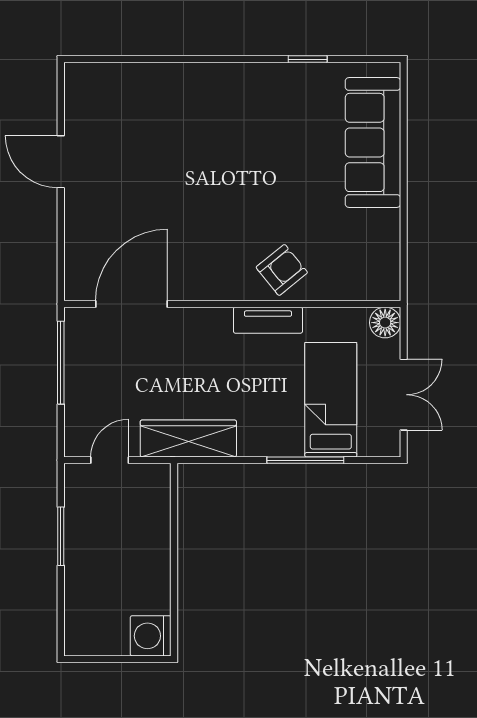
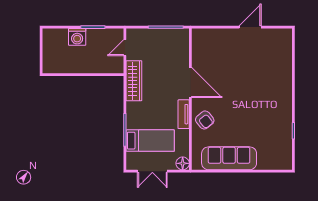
sofa: (373, 142) -> (229, 158), moved
door: (131, 304) -> (190, 83), moved
door: (110, 460) -> (125, 48), swing flipped
washing machine: (151, 636) -> (77, 37), moved, turned 180

